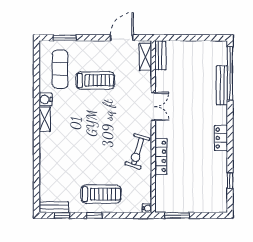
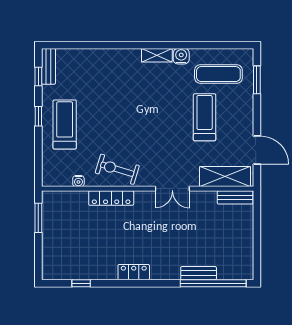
shelving: (145, 57) -> (225, 177), width x1.50, depth x1.33
treadmill: (95, 80) -> (205, 117), turned 180
bench: (222, 85) -> (199, 273), width x0.73
treadmill: (101, 194) -> (65, 124), turned 180
water cooler: (147, 208) -> (78, 181), moved

